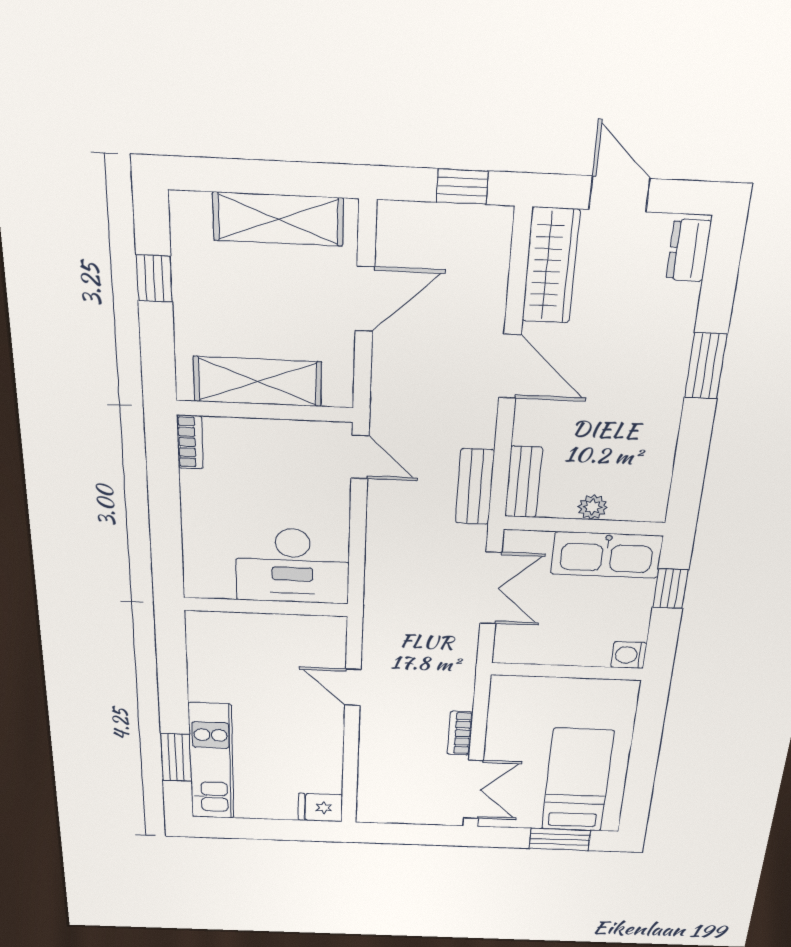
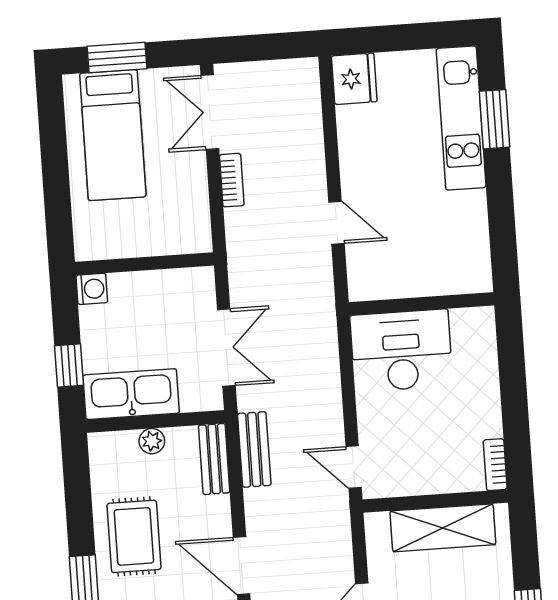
rug: (634, 412) -> (134, 536), added
double door: (491, 588) -> (226, 348), swing flipped
fridge: (320, 808) -> (354, 79), width x1.38

